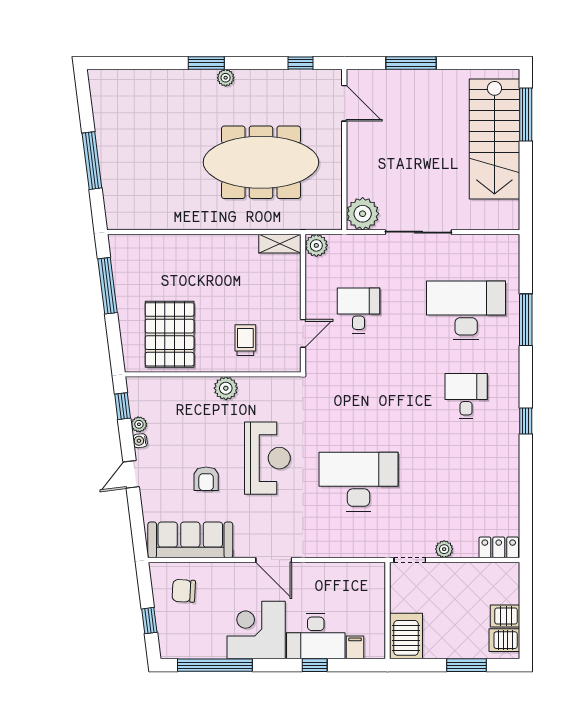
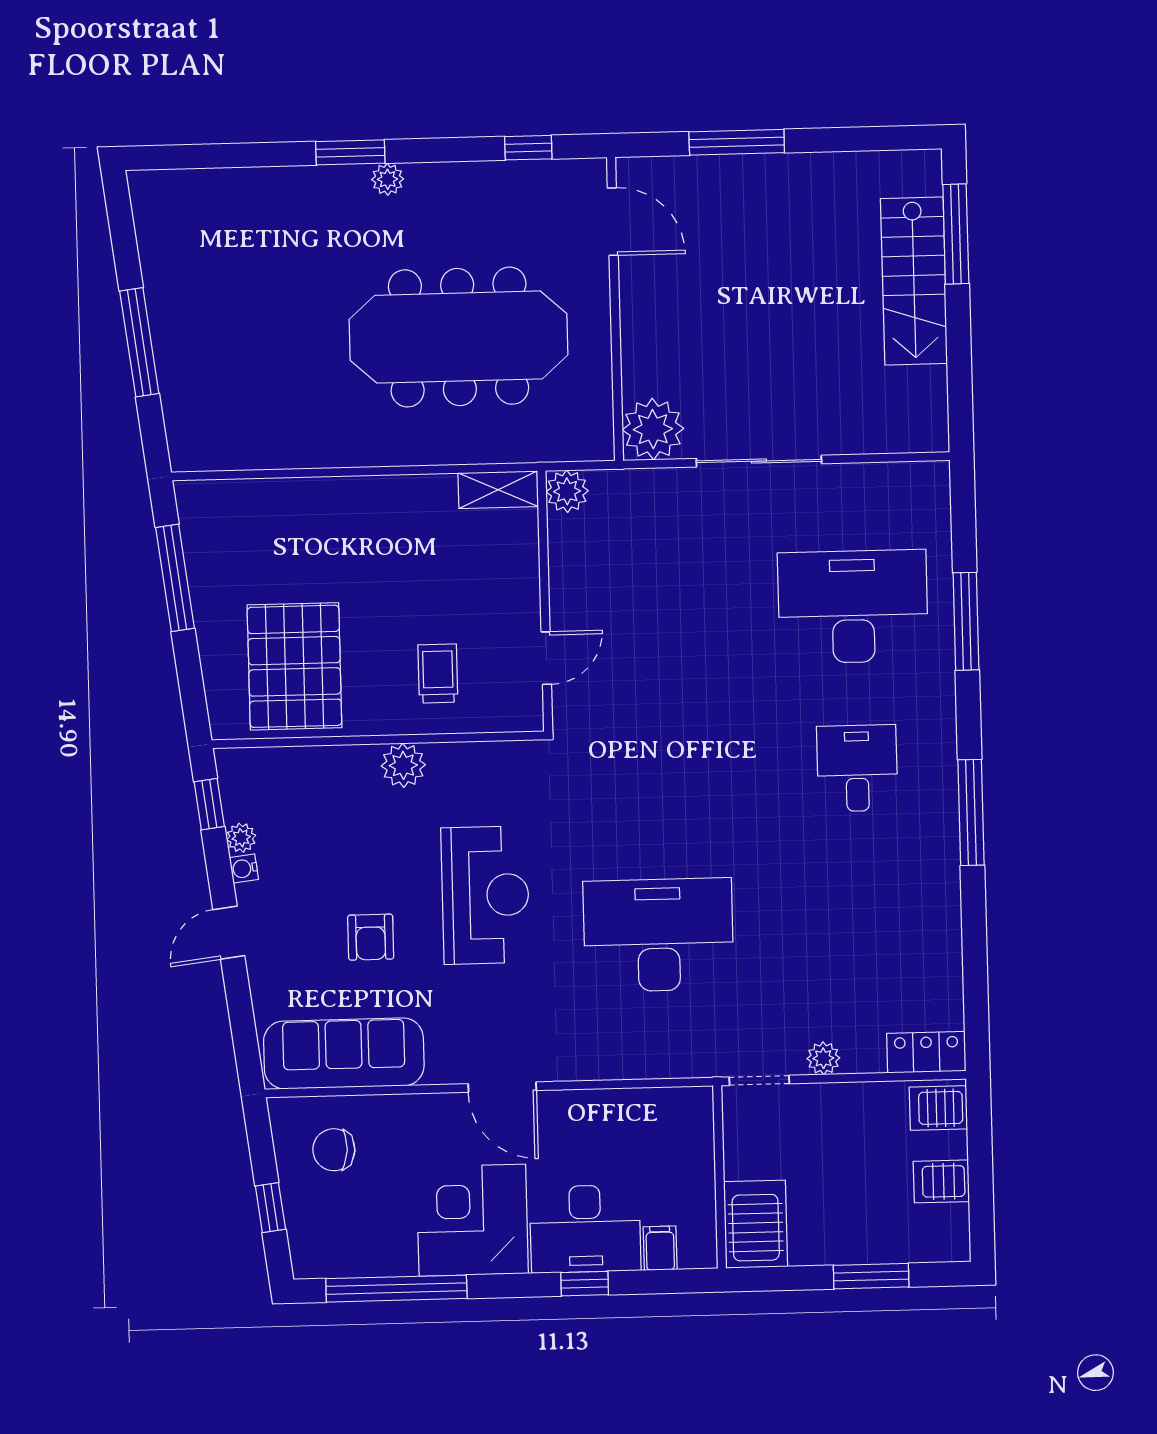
stairs: (494, 139) -> (914, 281), width x0.73, depth x0.66
desk: (359, 310) -> (650, 612), removed
window: (526, 421) -> (971, 812), width x2.17
server rack: (504, 640) -> (938, 1108), moved

